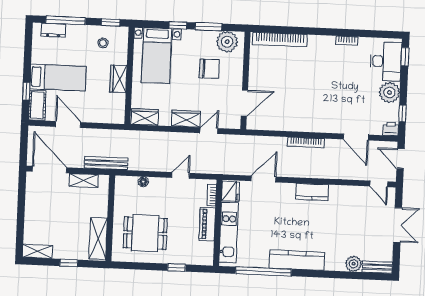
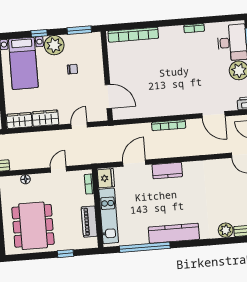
window: (208, 27) -> (79, 30), moved
plant: (227, 42) -> (54, 45), moved
chair: (209, 69) -> (73, 69), width x0.54, depth x0.54
door: (244, 103) -> (108, 96), hinge flipped
wardrobe: (186, 119) -> (45, 118), moved
kitchen counter: (312, 192) -> (167, 171), moved
piano: (207, 224) -> (89, 222), moved
dining table: (145, 233) -> (33, 226), width x1.38

